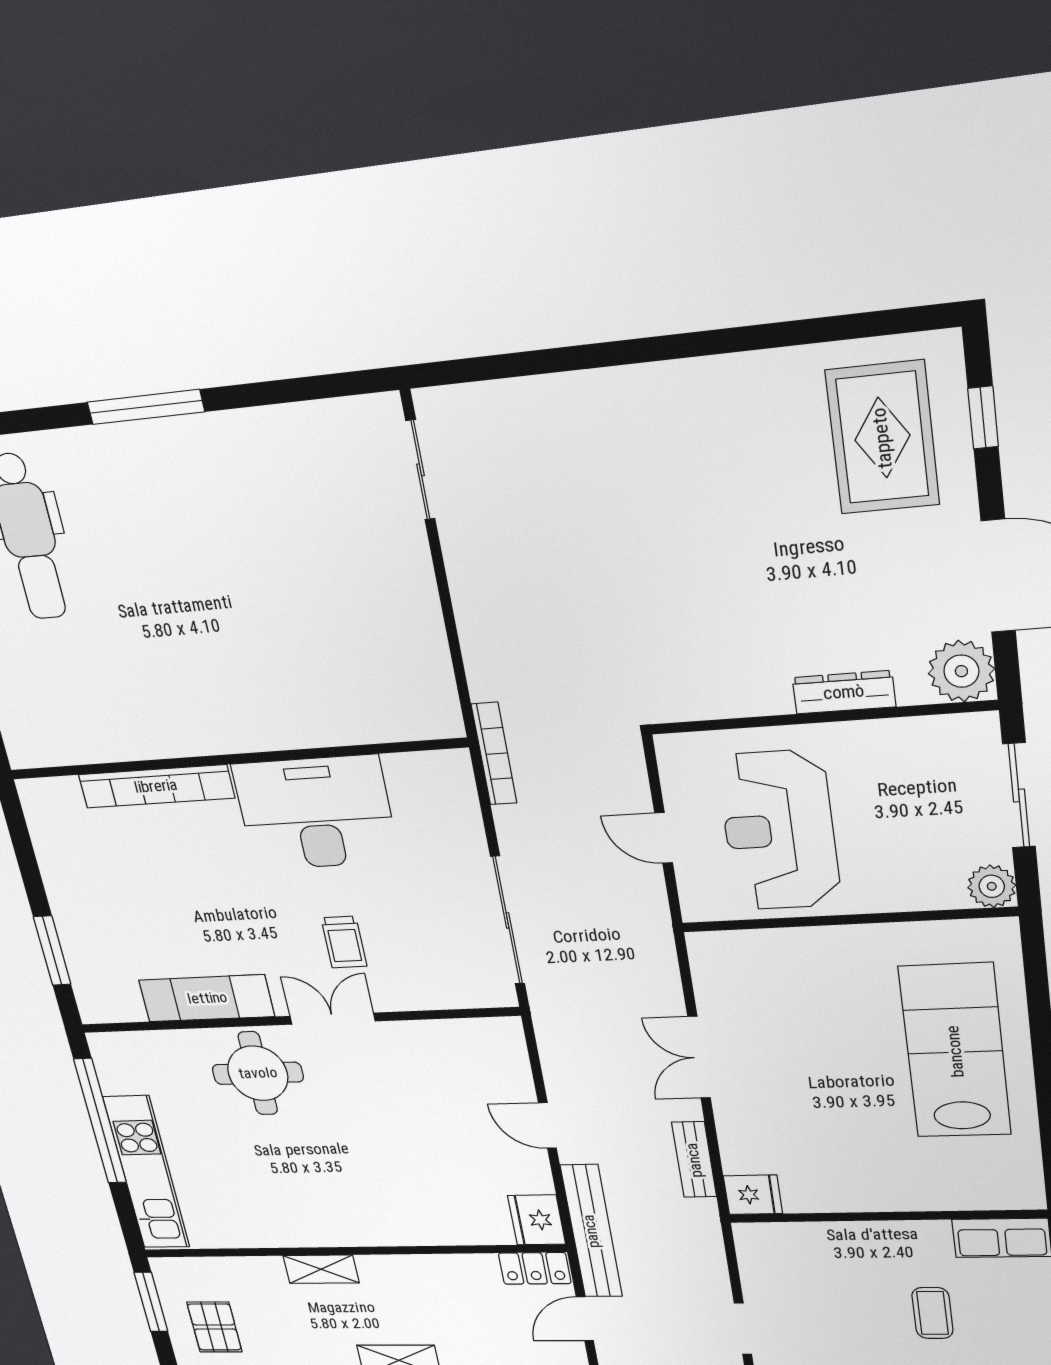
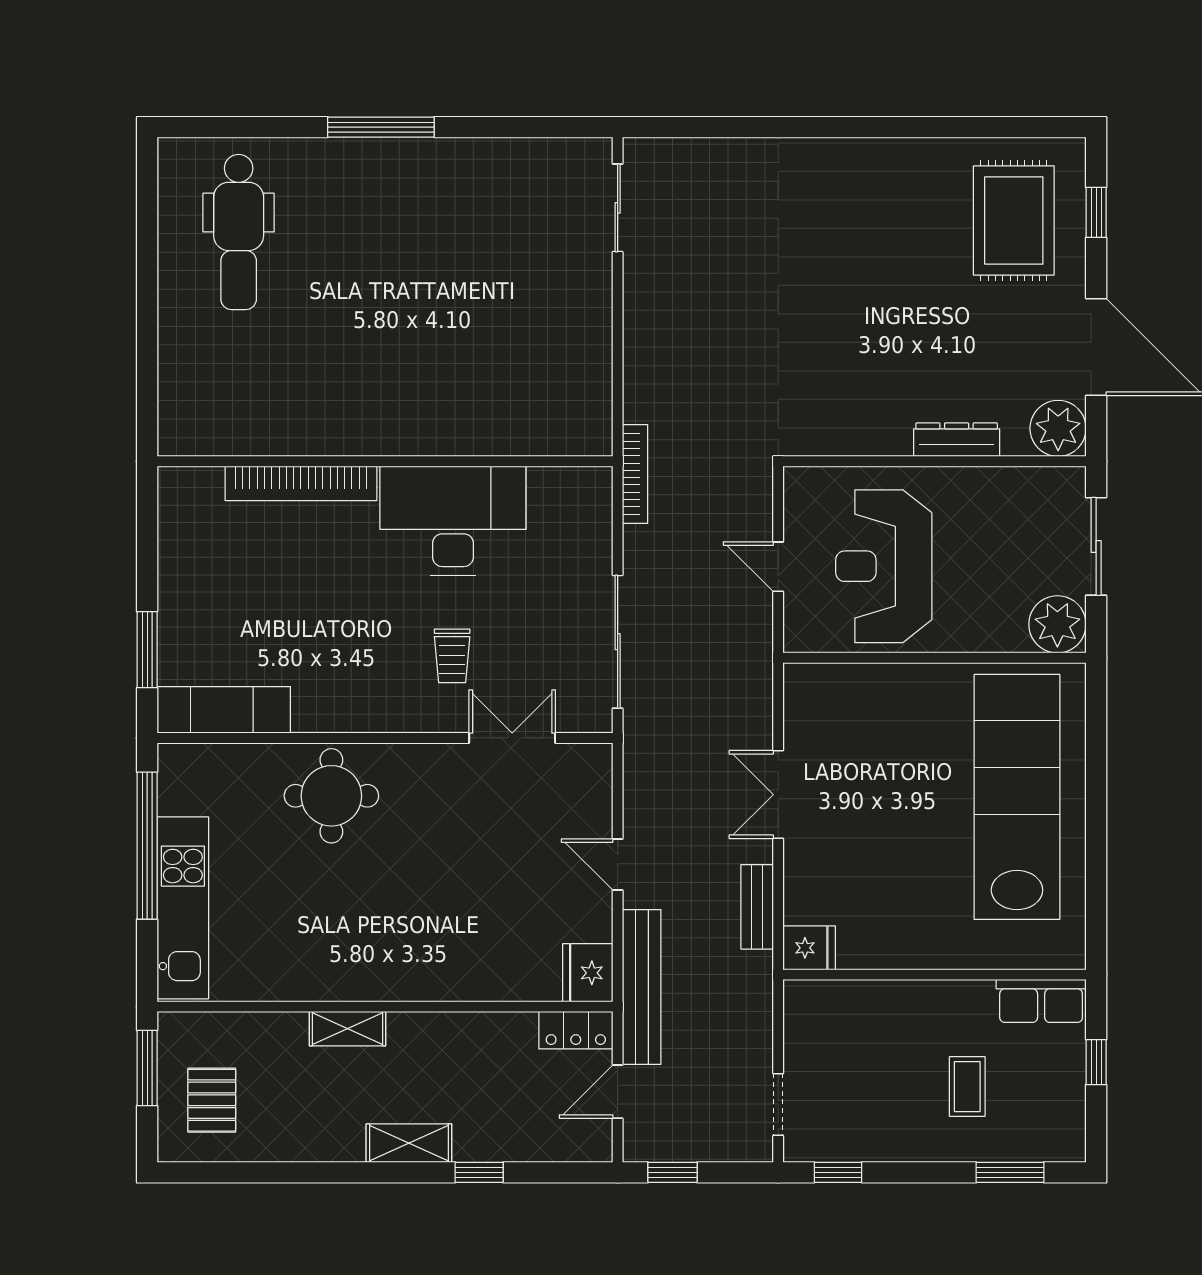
plant: (992, 886) -> (1057, 624), width x1.36, depth x1.36
exam couch: (207, 998) -> (224, 710), moved
double door: (332, 1019) -> (512, 738), moved
lab bench: (955, 1051) -> (1017, 797), width x1.36

